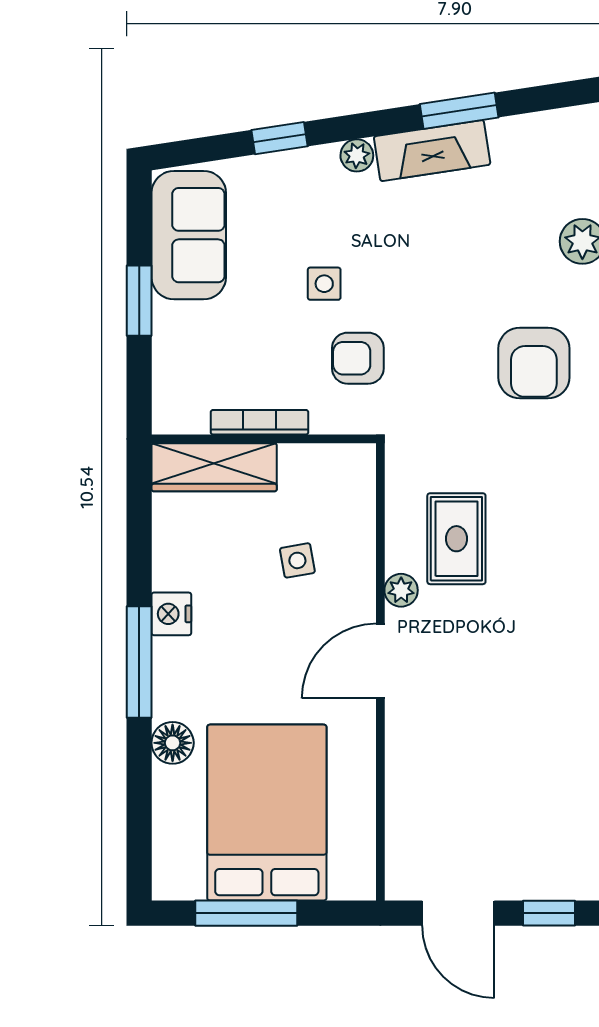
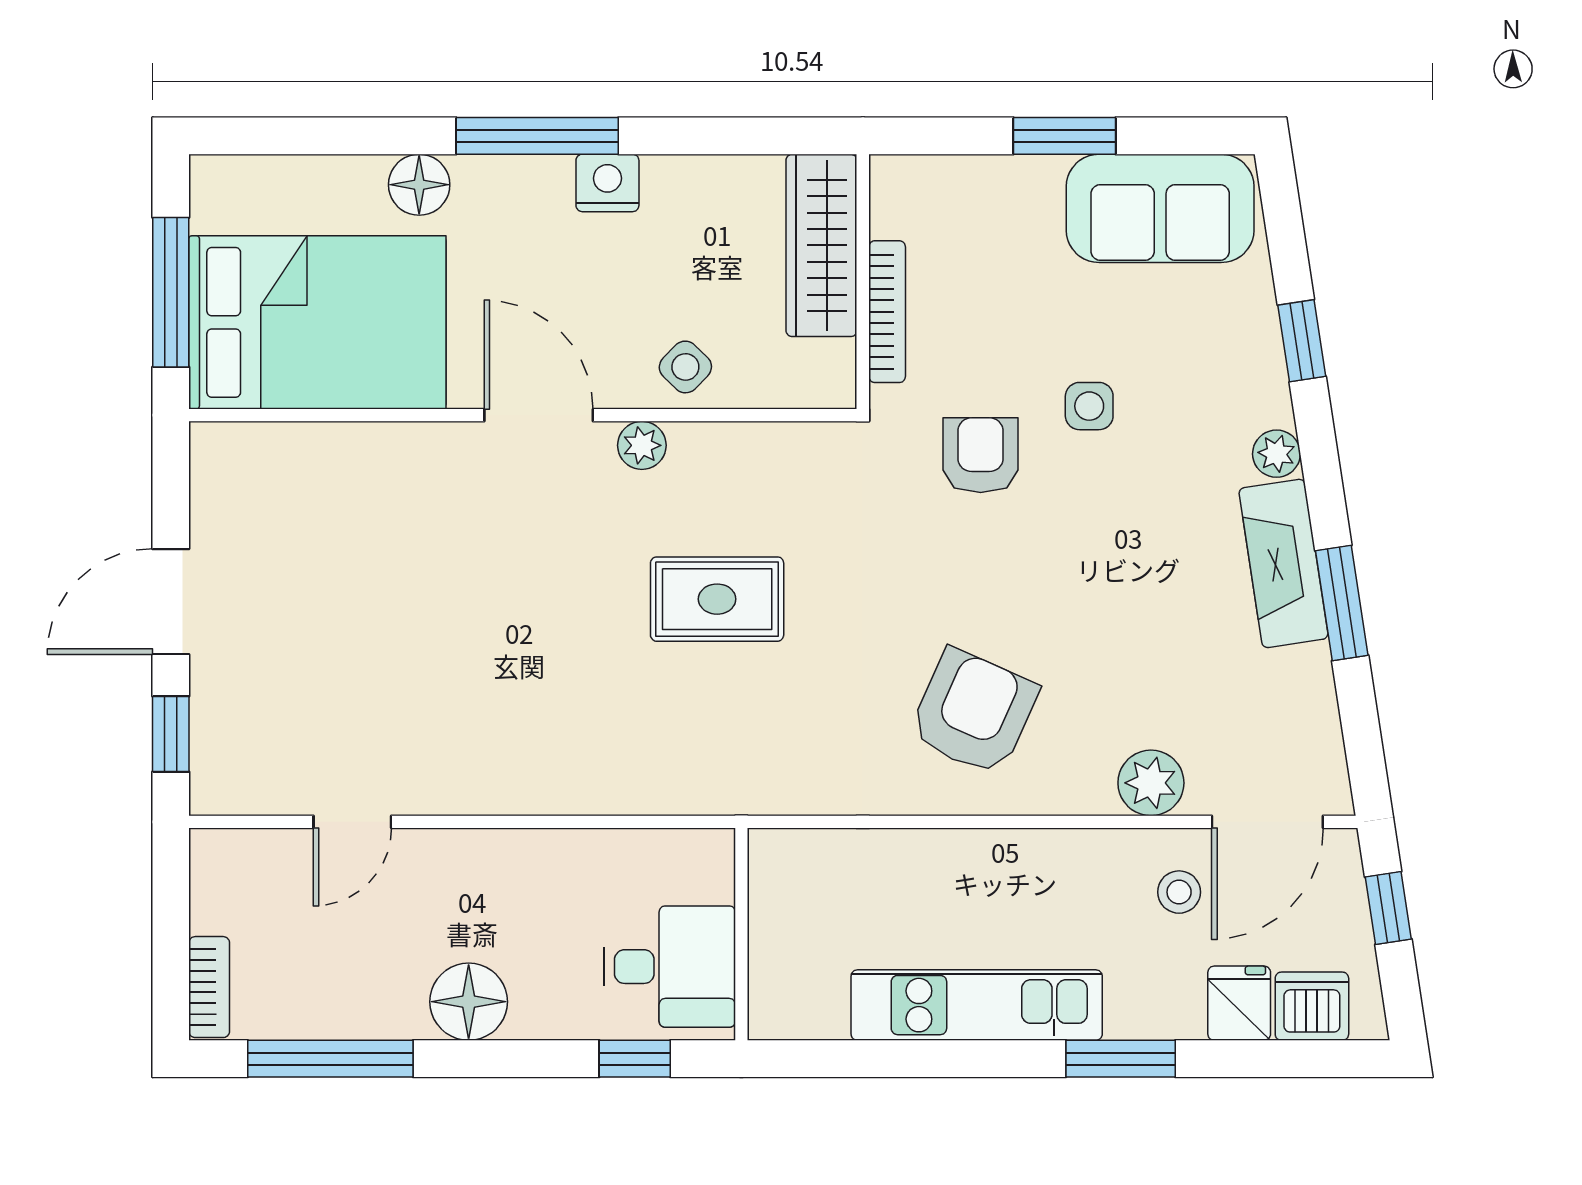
armchair: (534, 363) -> (974, 712), turned 114
side table: (297, 560) -> (685, 367), turned -36
plant: (401, 590) -> (642, 445), moved
door: (380, 661) -> (539, 415), moved
wall: (380, 672) -> (523, 415), moved

